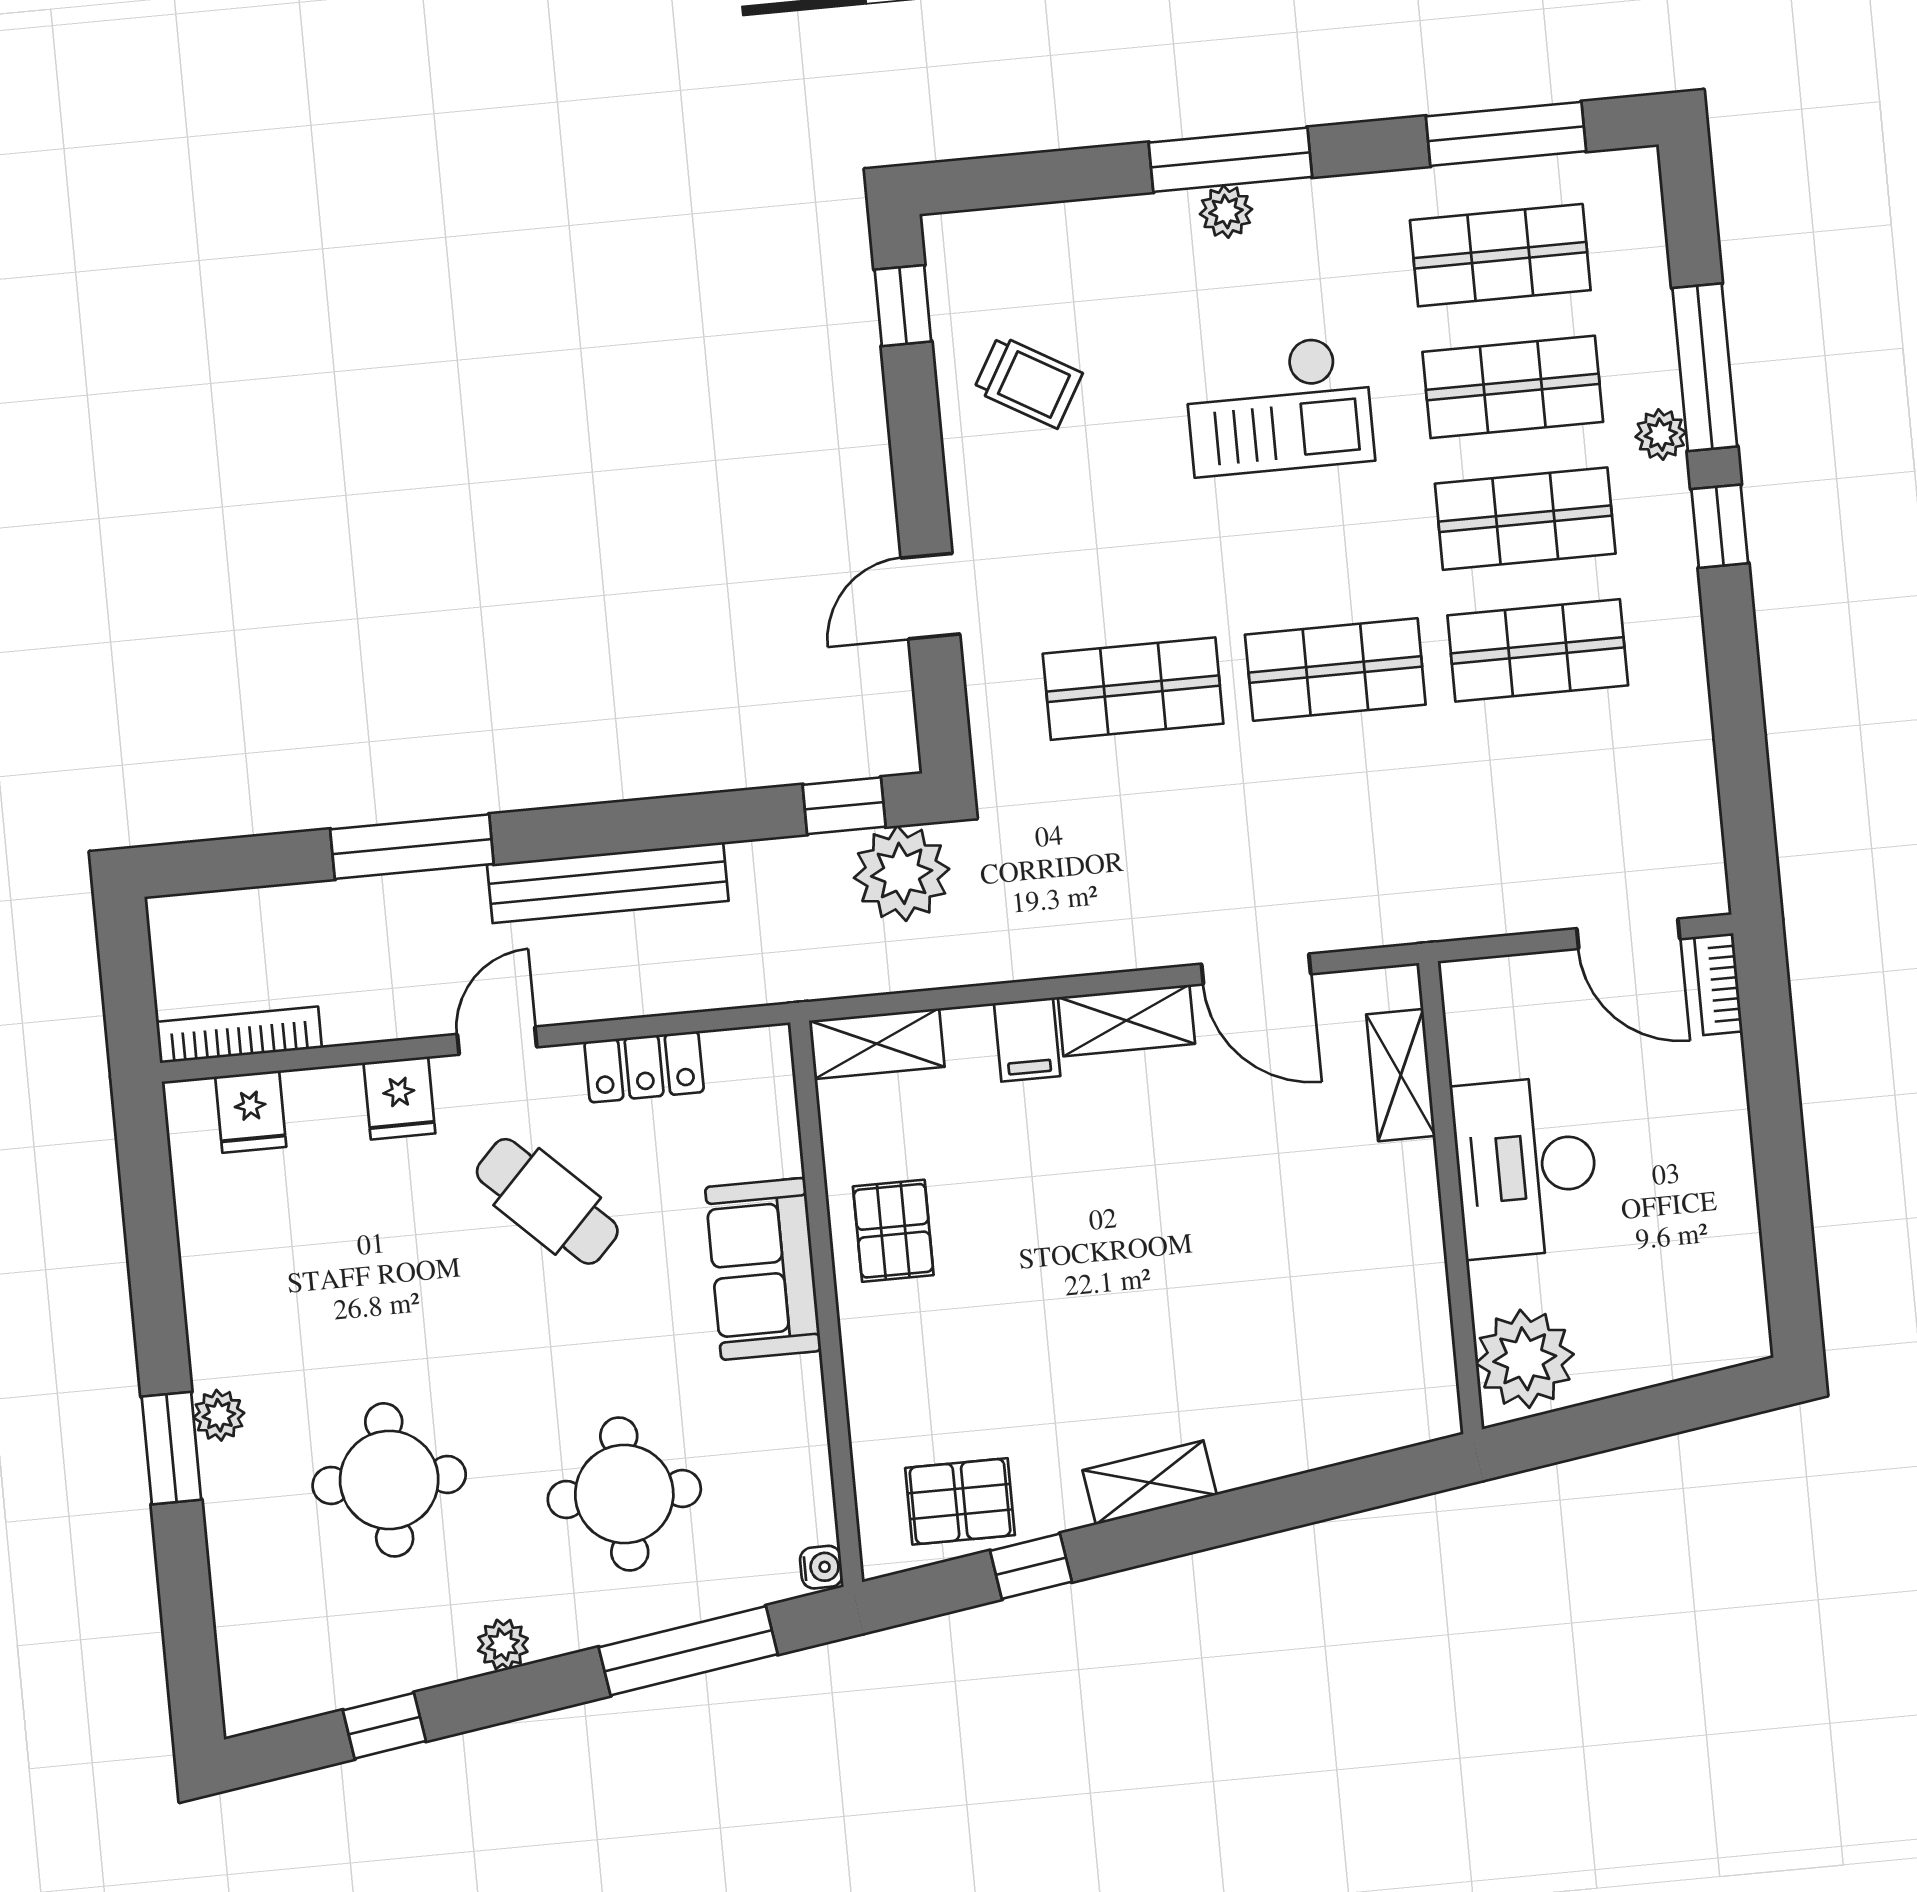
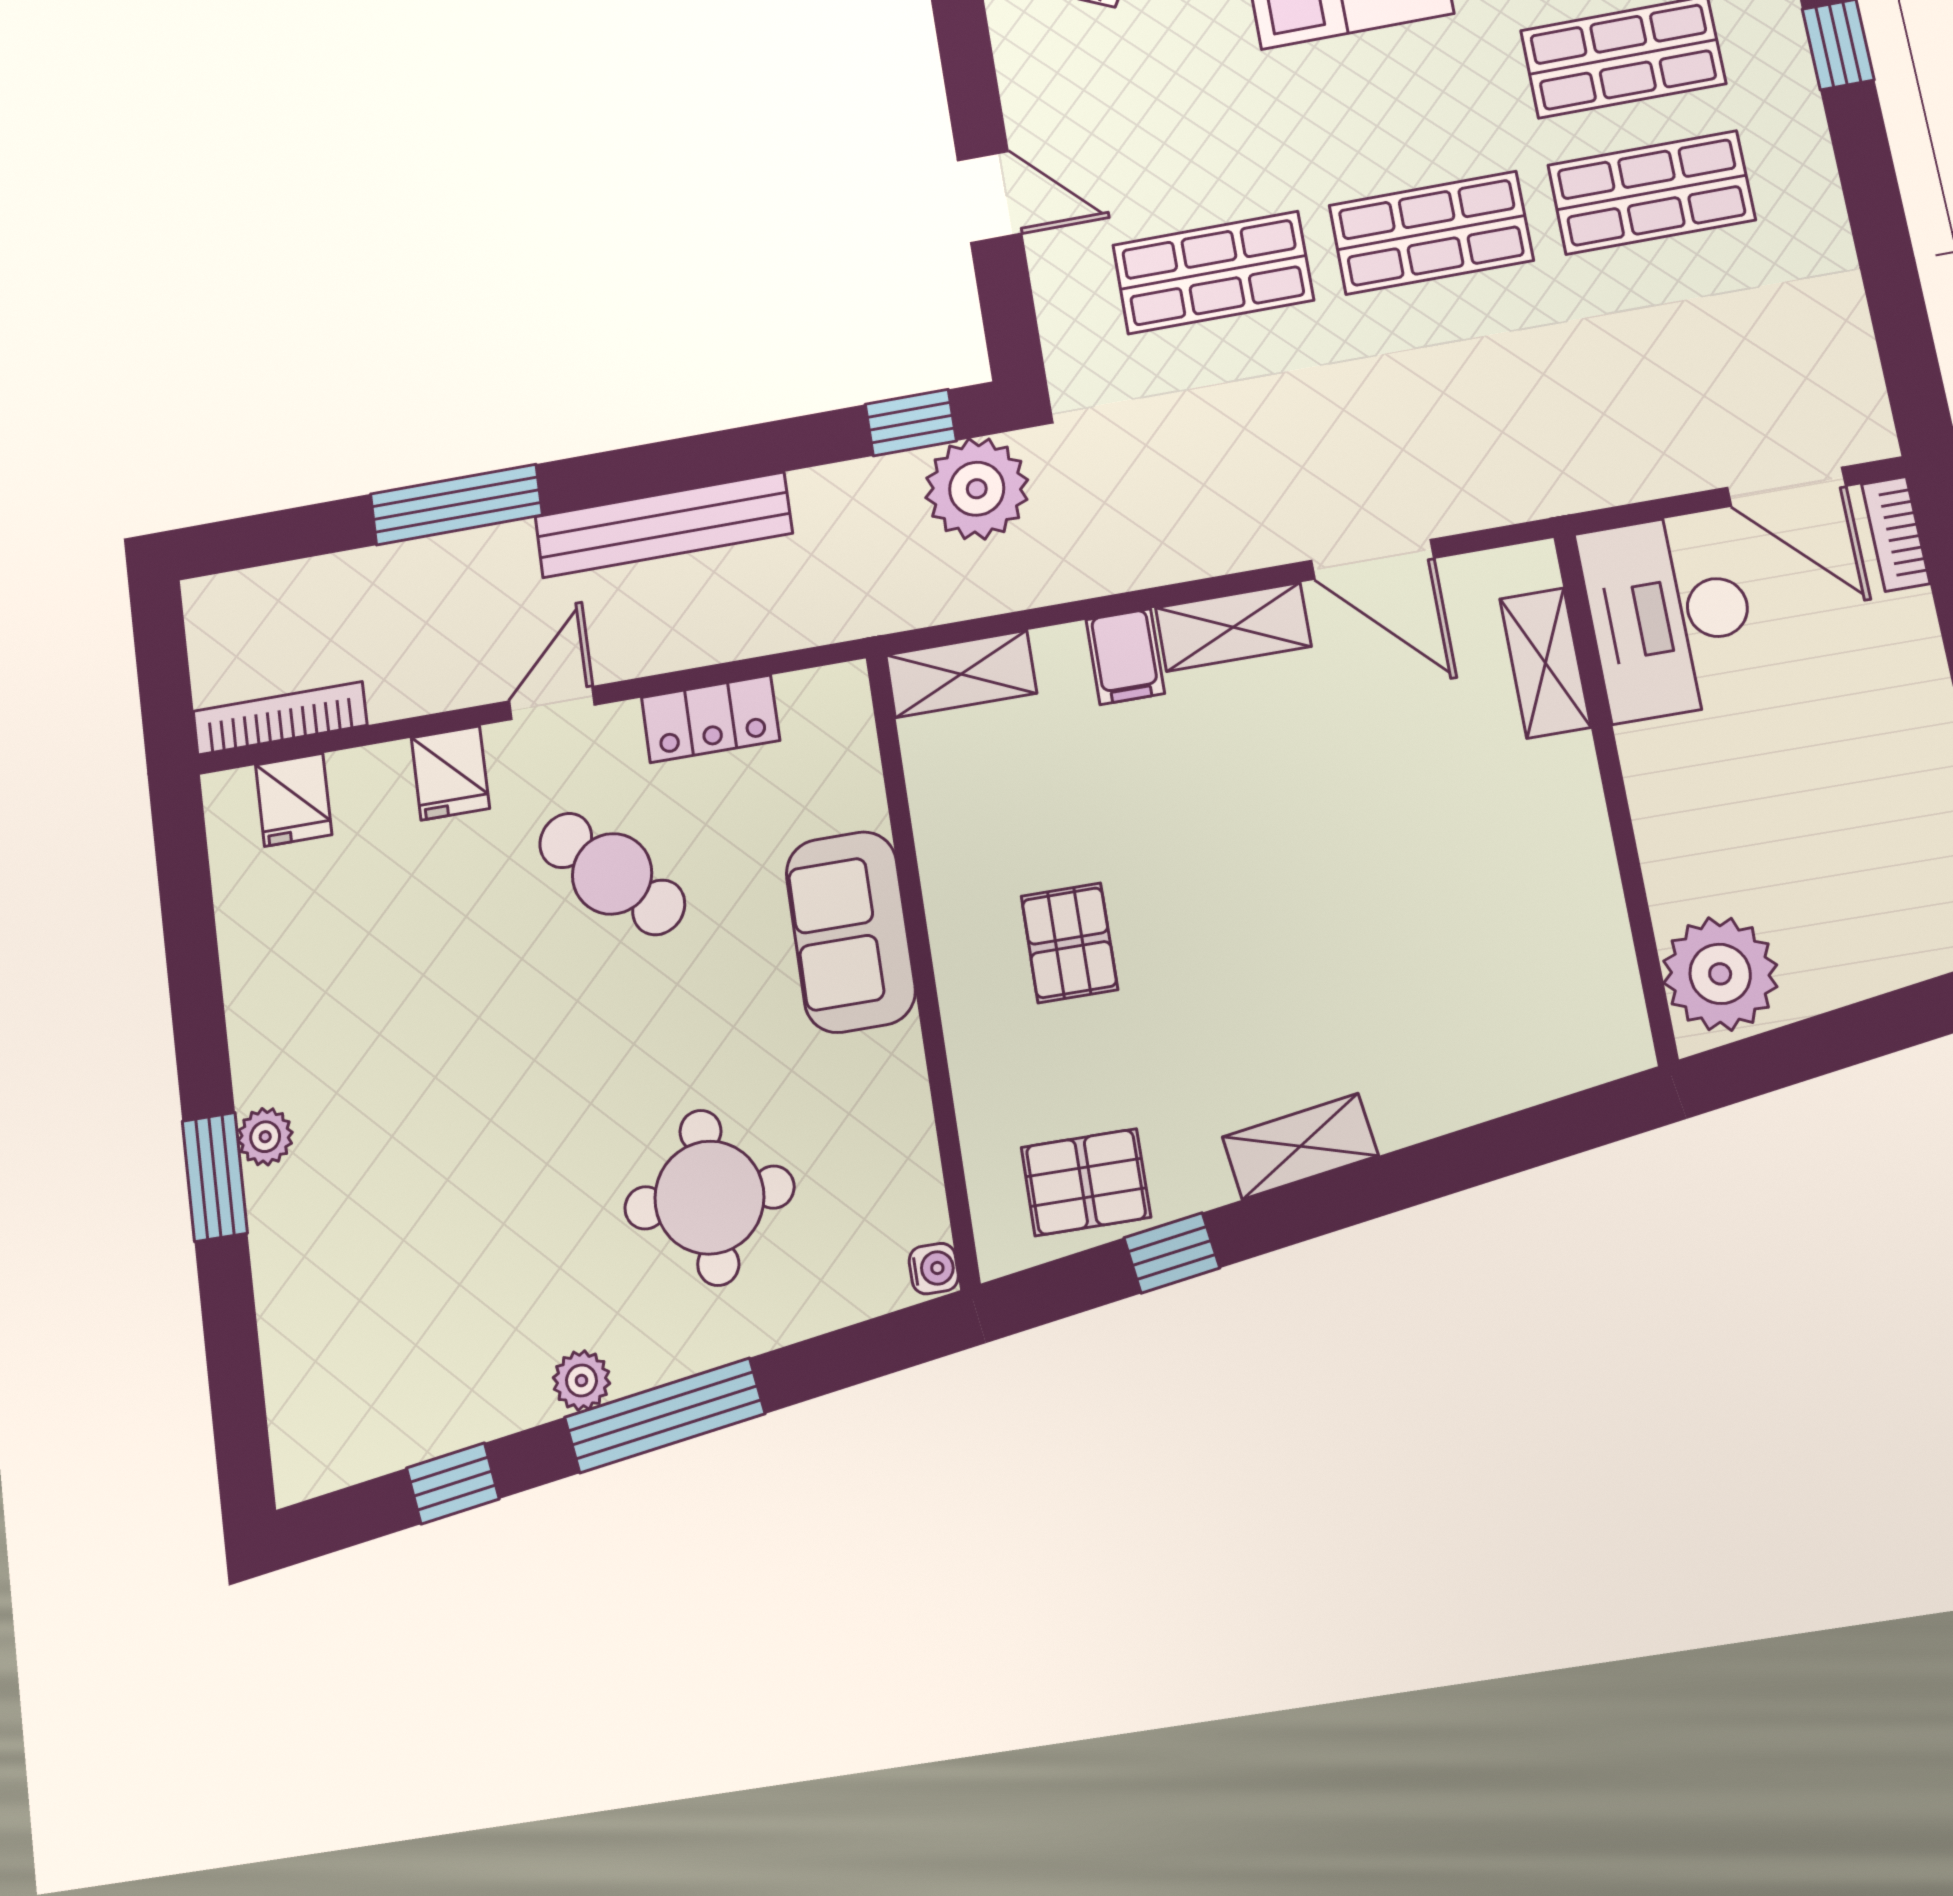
door: (930, 596) -> (989, 197), swing flipped
desk: (1526, 1167) -> (1670, 616), moved
pallet: (893, 1231) -> (1069, 943), moved
round table: (389, 1480) -> (451, 1198), removed
window: (688, 1651) -> (665, 1416), moved

